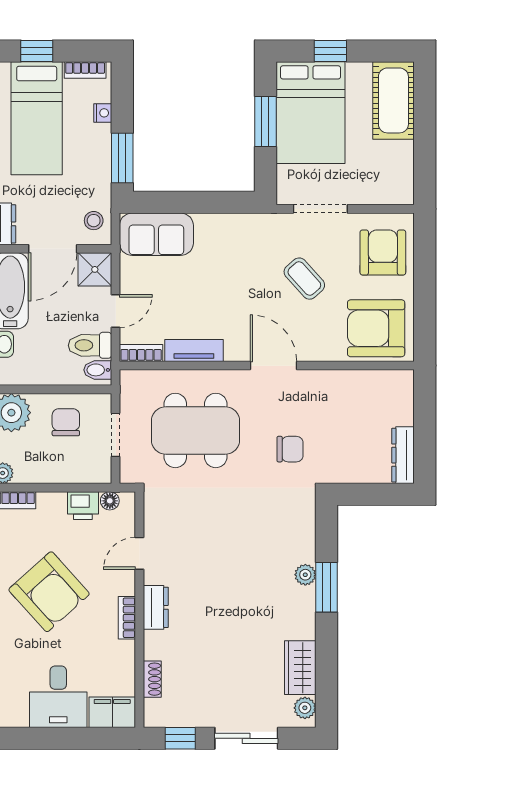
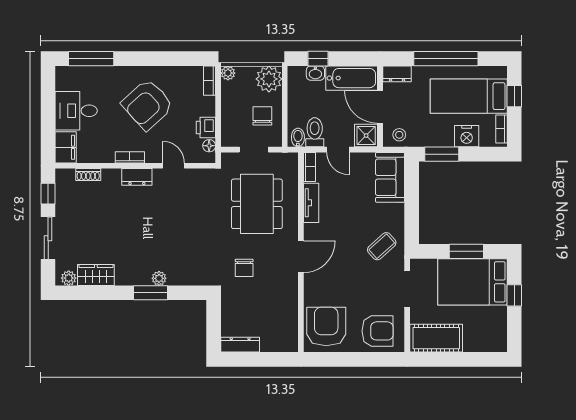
cot: (393, 100) -> (436, 338), moved
nightstand: (103, 113) -> (467, 136), width x1.89, depth x1.79
coffee table: (304, 279) -> (382, 246), moved
chair: (66, 422) -> (262, 116), turned -90

